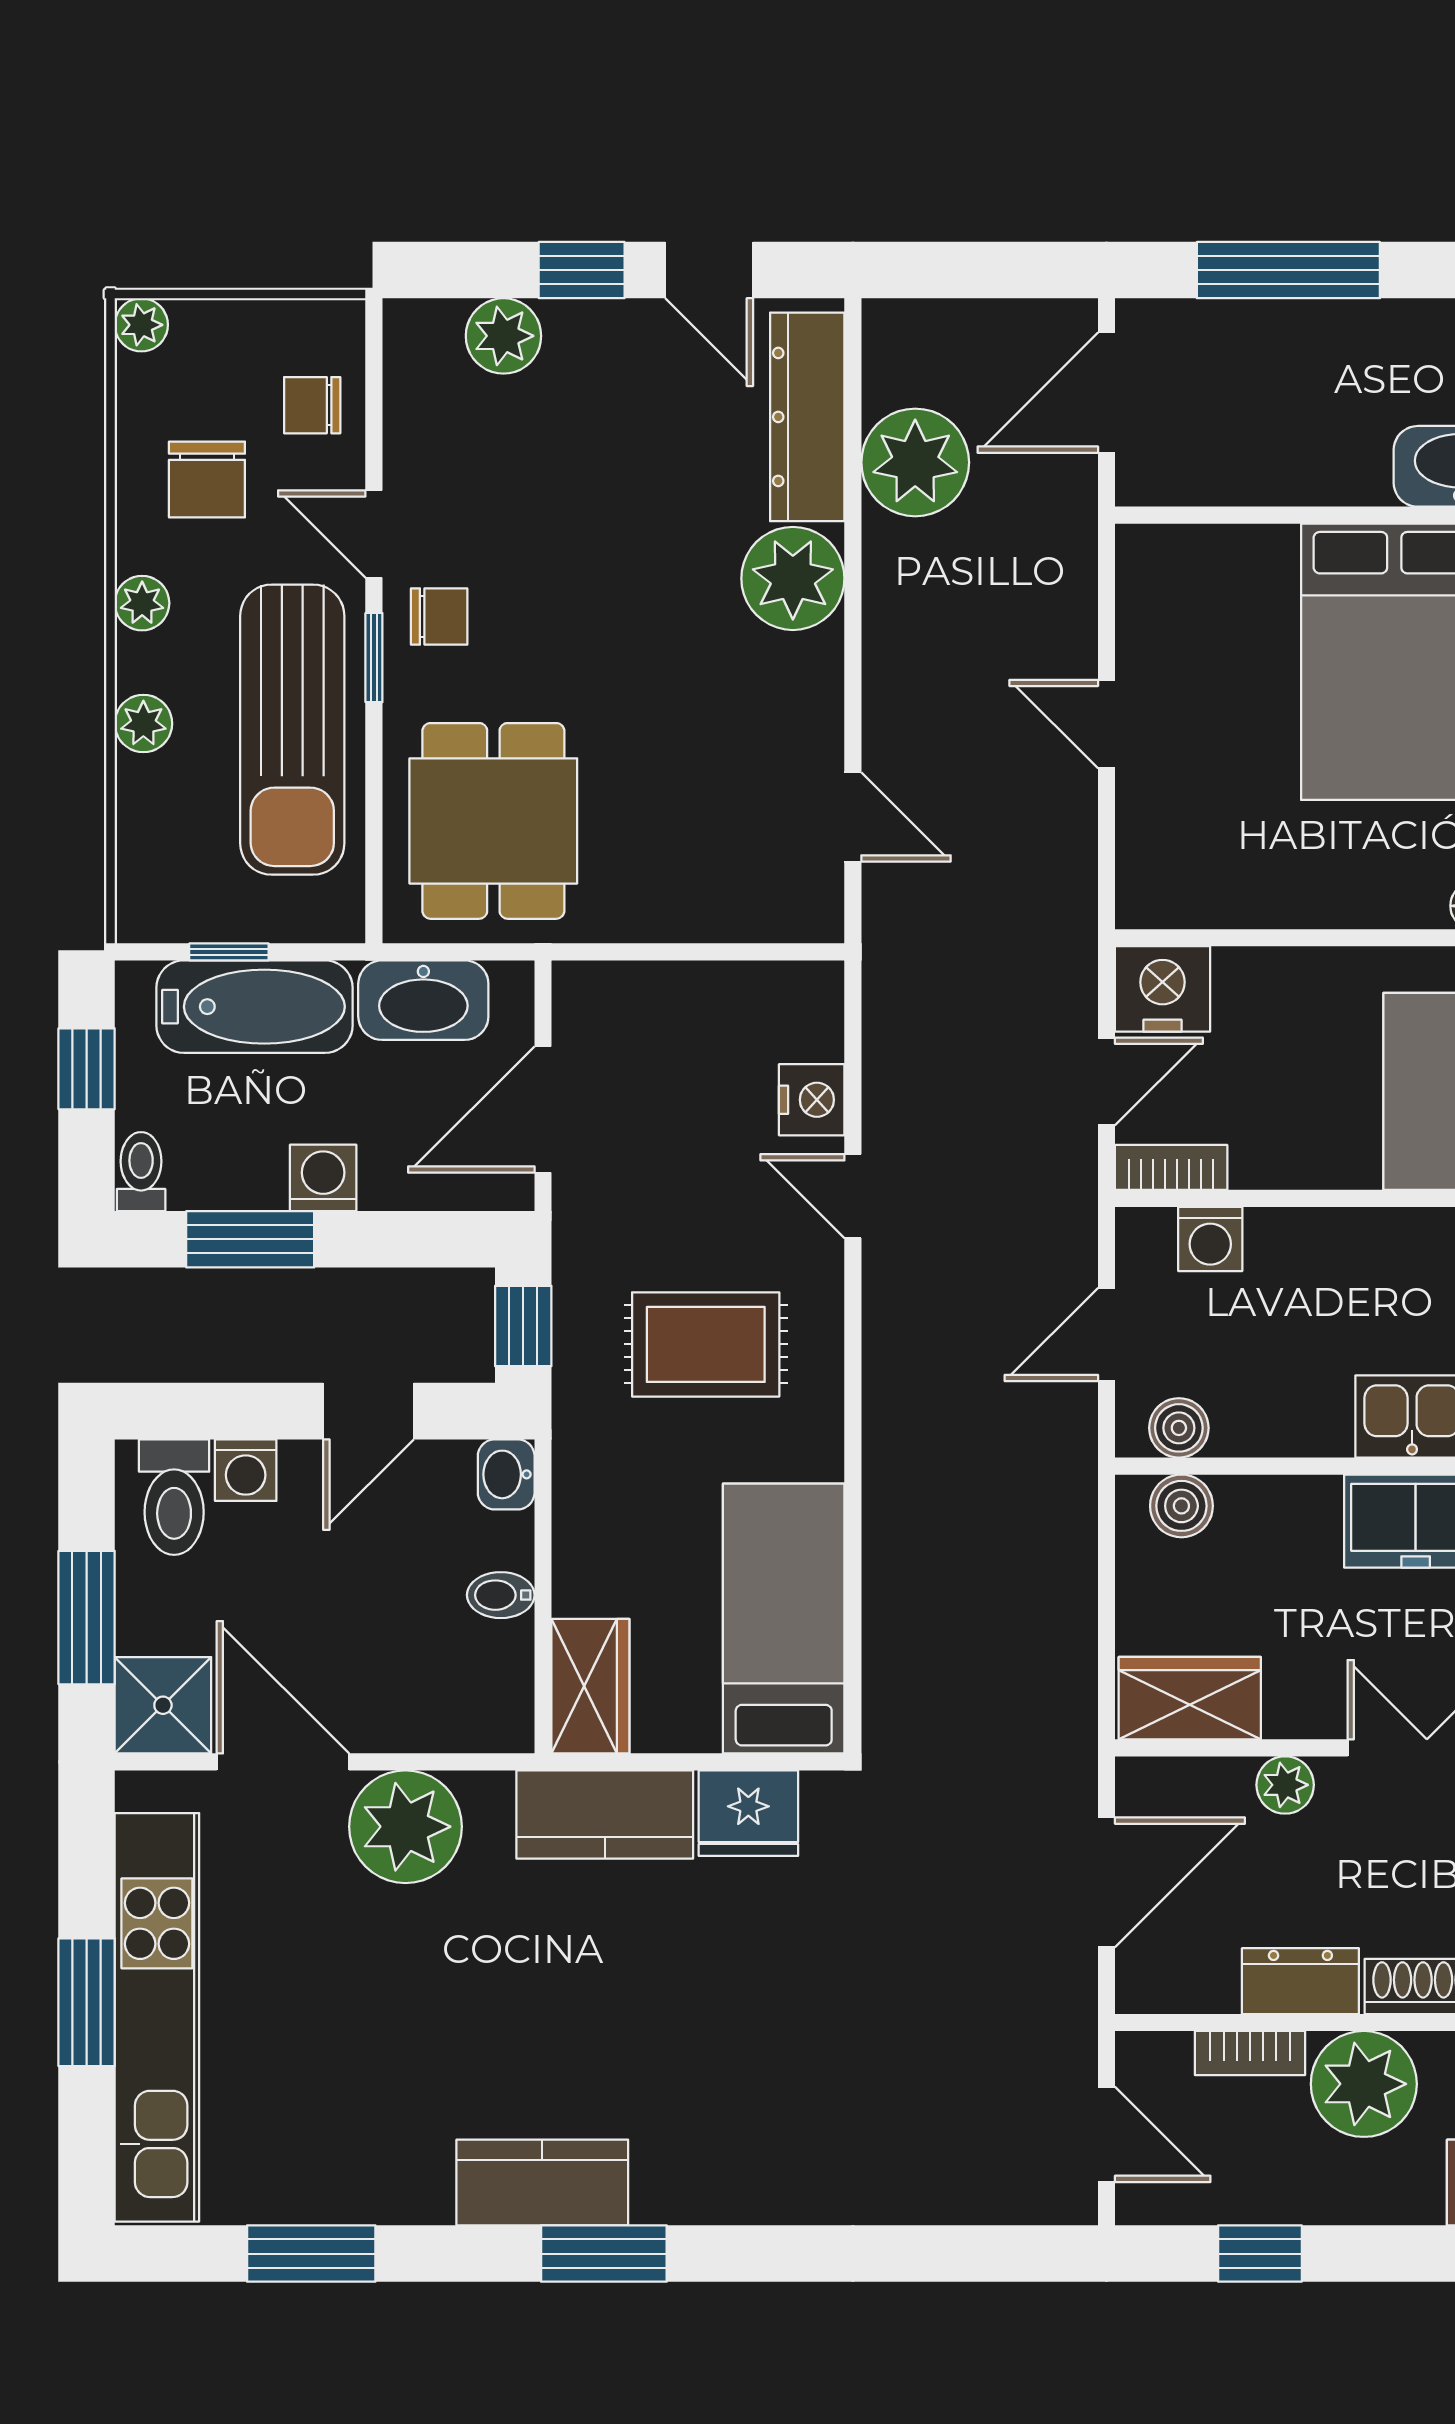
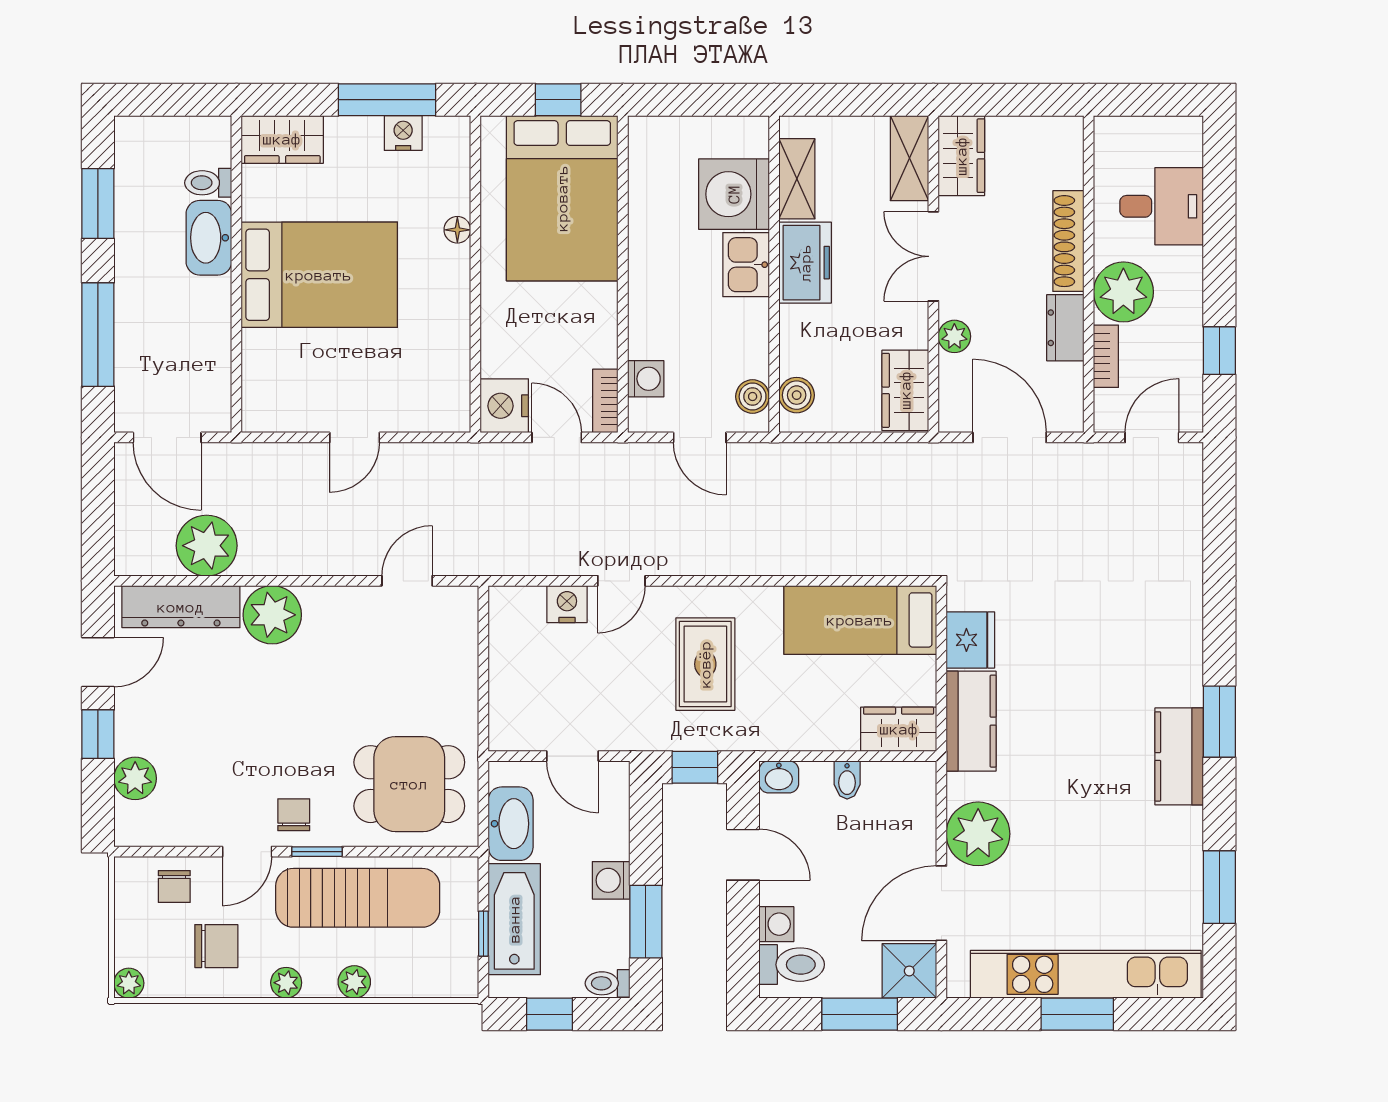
door: (543, 1110) -> (573, 756), width x0.73

